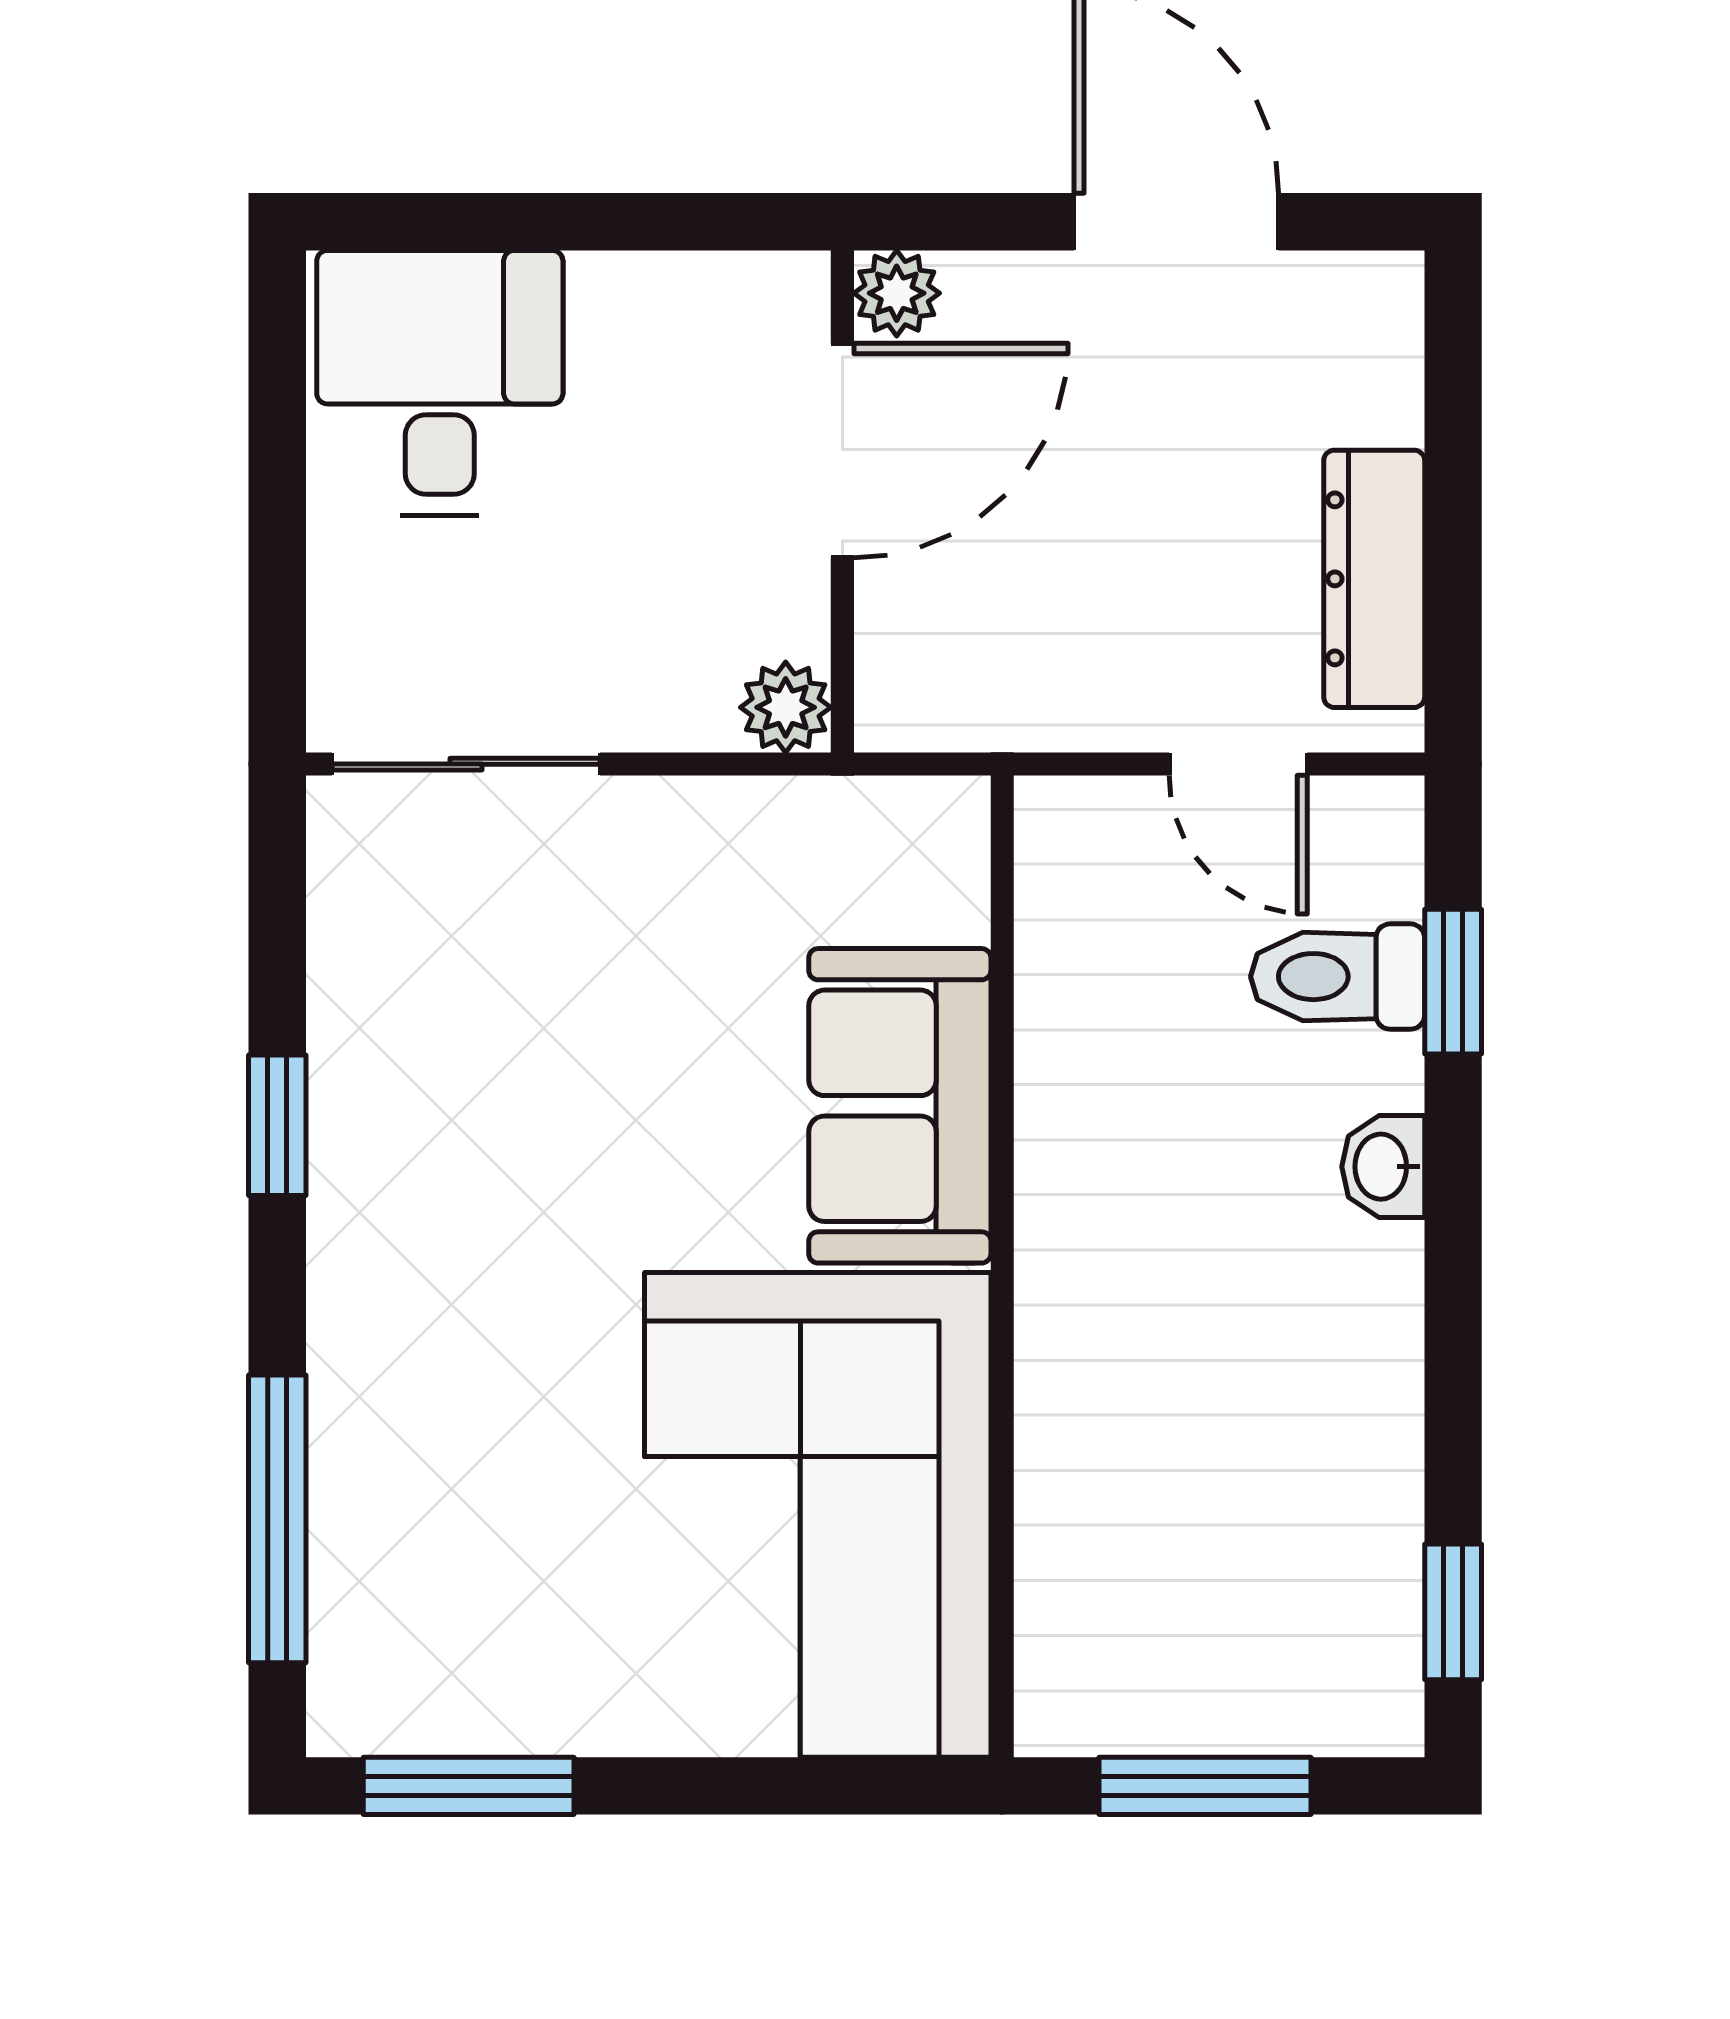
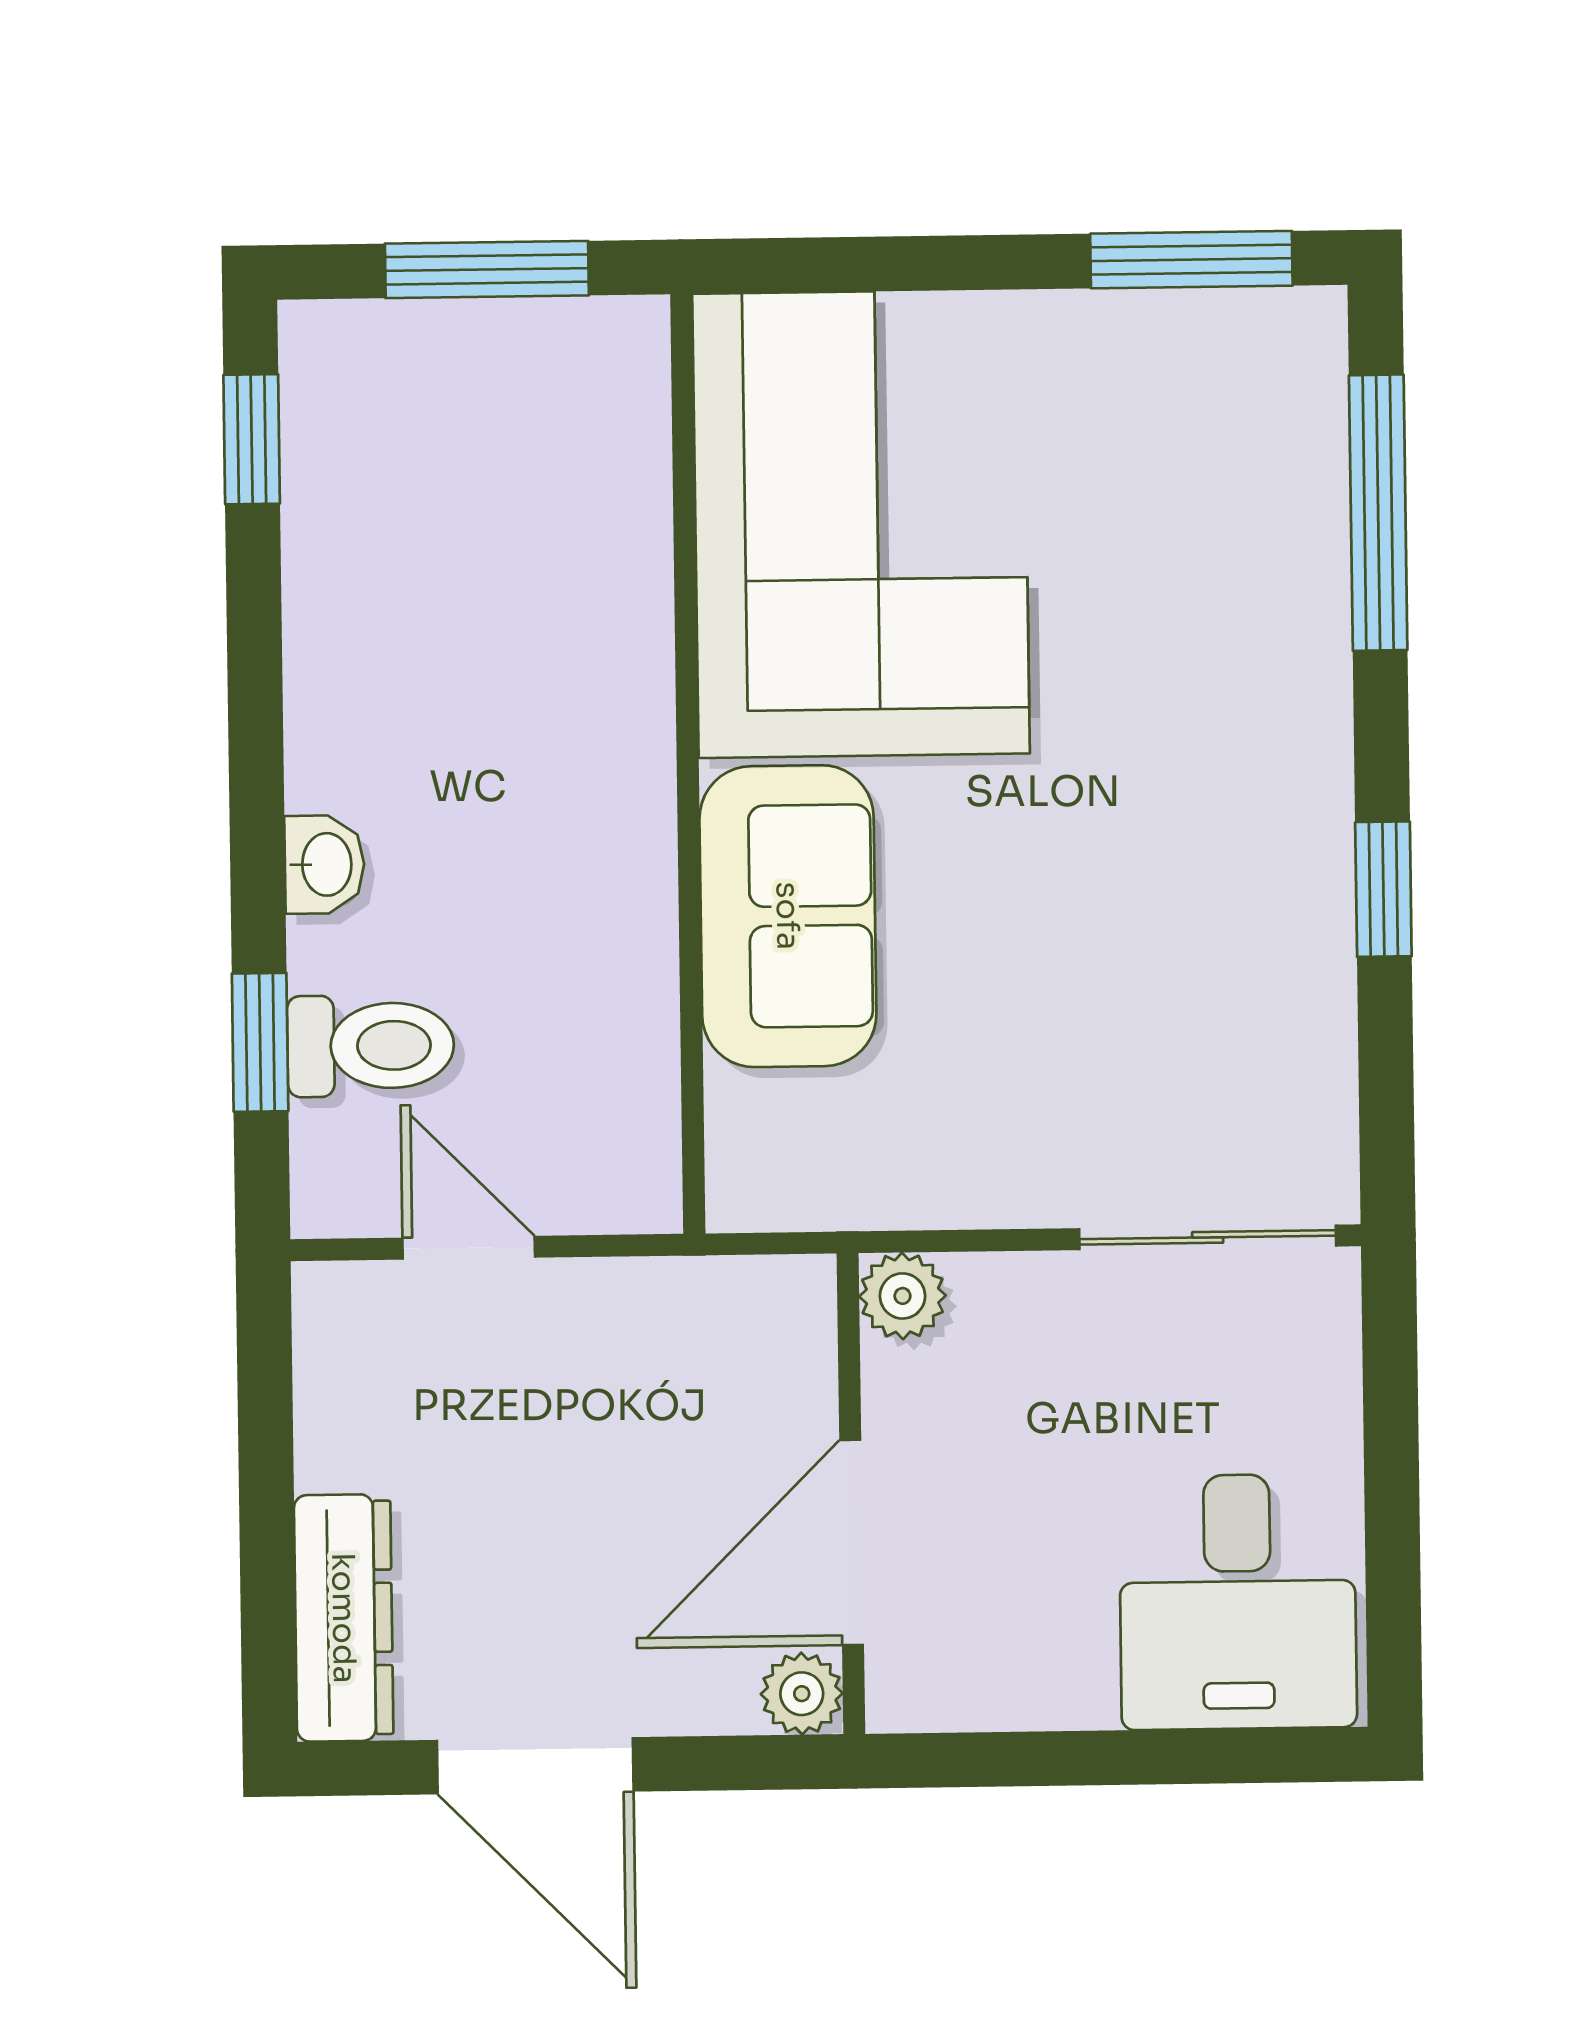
dresser: (1374, 579) -> (344, 1618), moved

